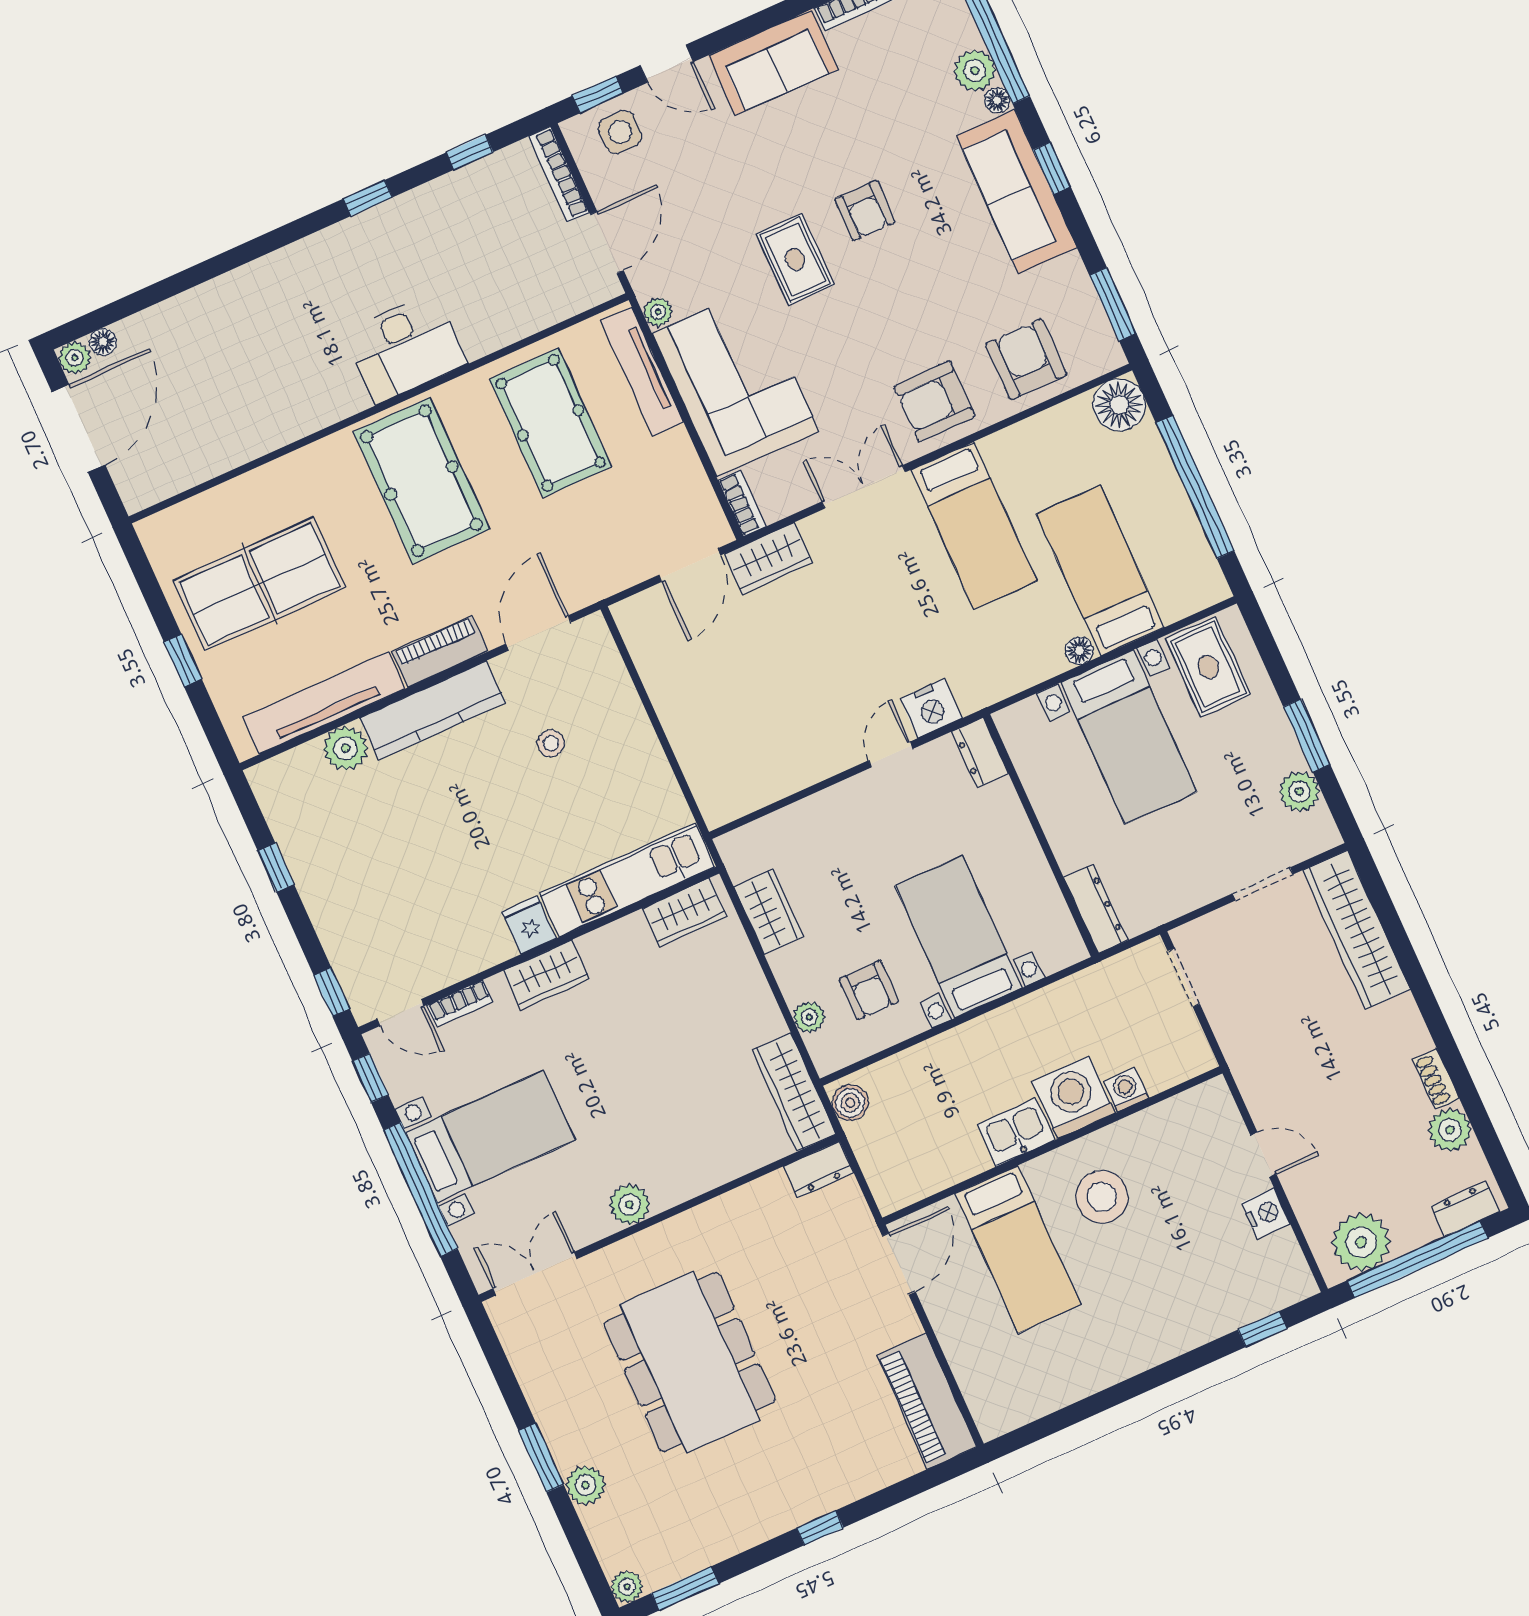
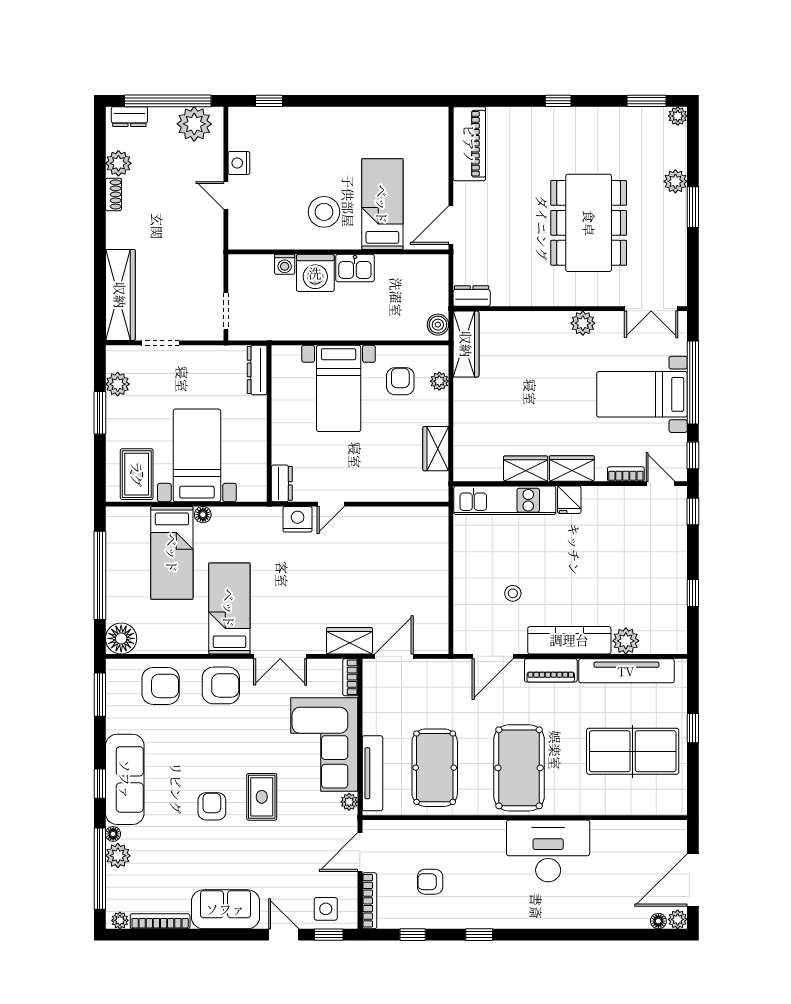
armchair: (479, 245) -> (430, 882), added
desk: (406, 348) -> (548, 851), moved, width x1.36, depth x1.30
armchair: (1026, 359) -> (161, 686), turned -90
wardrobe: (685, 912) -> (526, 469), moved

